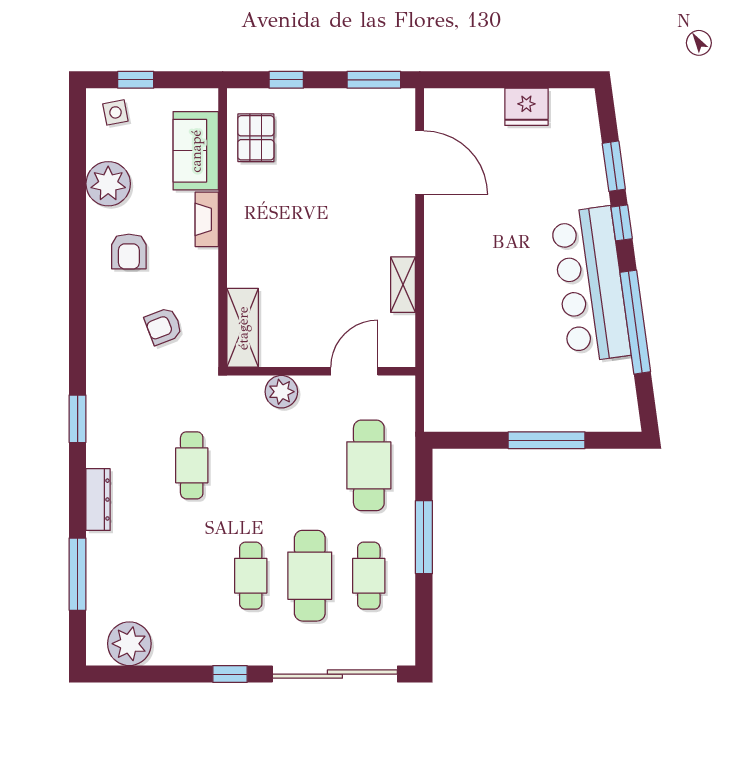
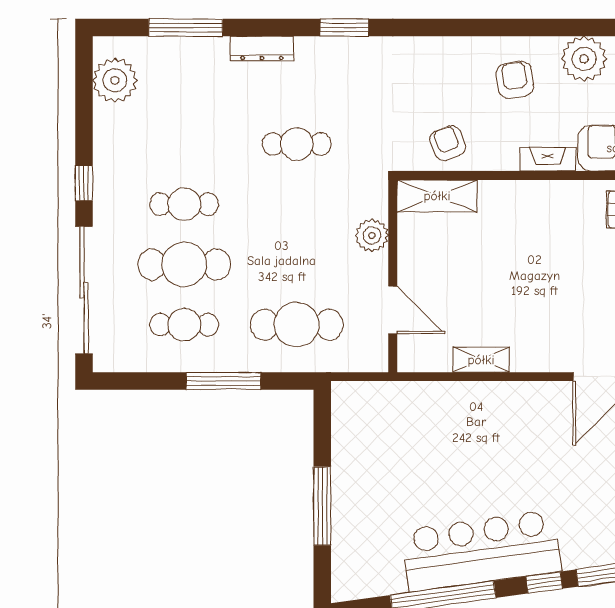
armchair: (129, 251) -> (515, 80), turned 80
armchair: (163, 326) -> (448, 143), moved

